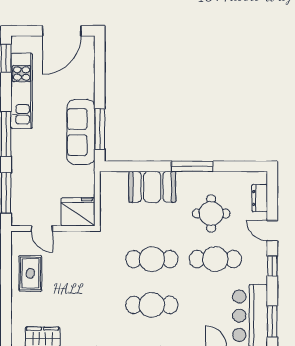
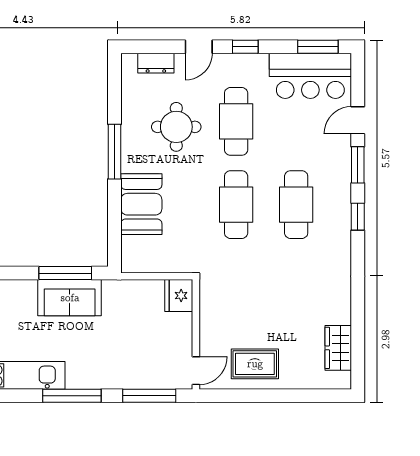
sofa: (81, 132) -> (70, 298), width x0.73
fridge: (78, 212) -> (179, 296), width x0.73, depth x0.75
door: (42, 228) -> (196, 371), moved

